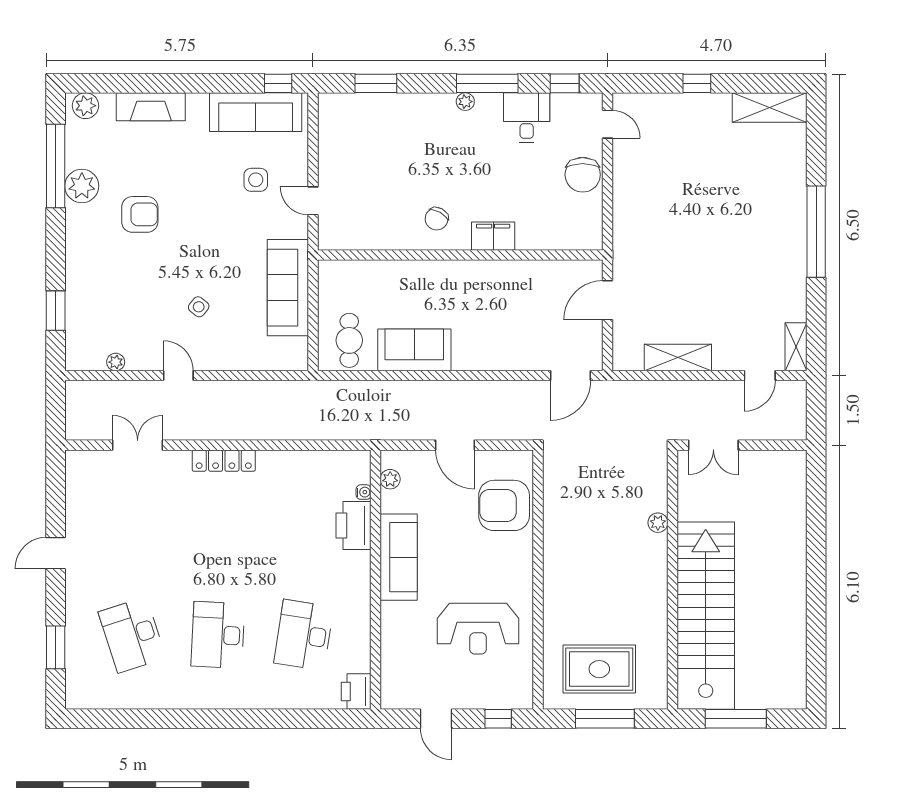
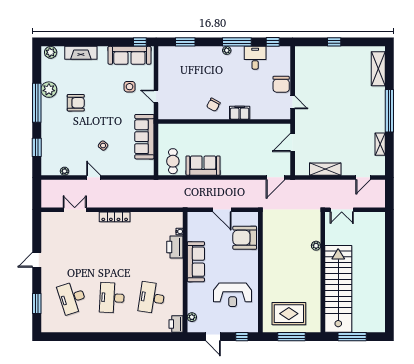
shelving: (769, 107) -> (378, 69), moved, turned 90
door: (607, 124) -> (293, 102), moved
window: (56, 166) -> (37, 103), moved
shelving: (796, 347) -> (380, 144), moved
plant: (390, 479) -> (192, 317), moved

